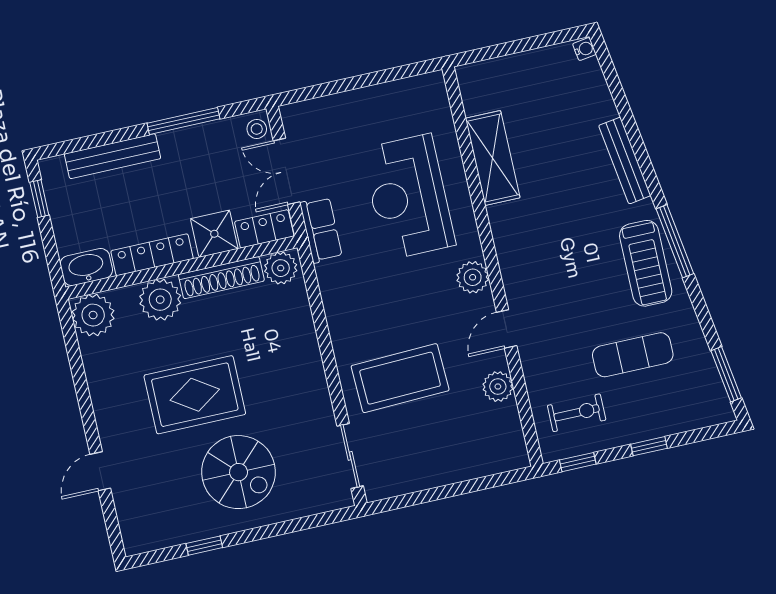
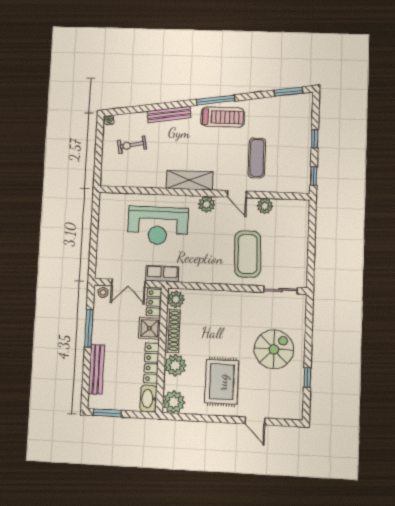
shelving: (493, 158) -> (190, 180), moved
window: (39, 199) -> (107, 413), width x1.50
exercise mat: (633, 355) -> (257, 158), moved
rug: (195, 395) -> (222, 382), moved
exercise bike: (577, 413) -> (132, 145), moved, turned -102

